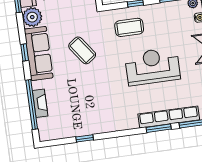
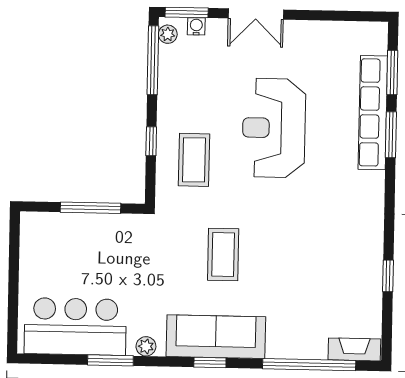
plant: (32, 17) -> (146, 346), width x0.53, depth x0.53
coffee table: (82, 50) -> (223, 254), turned -54
fireplace: (40, 103) -> (354, 349), moved

